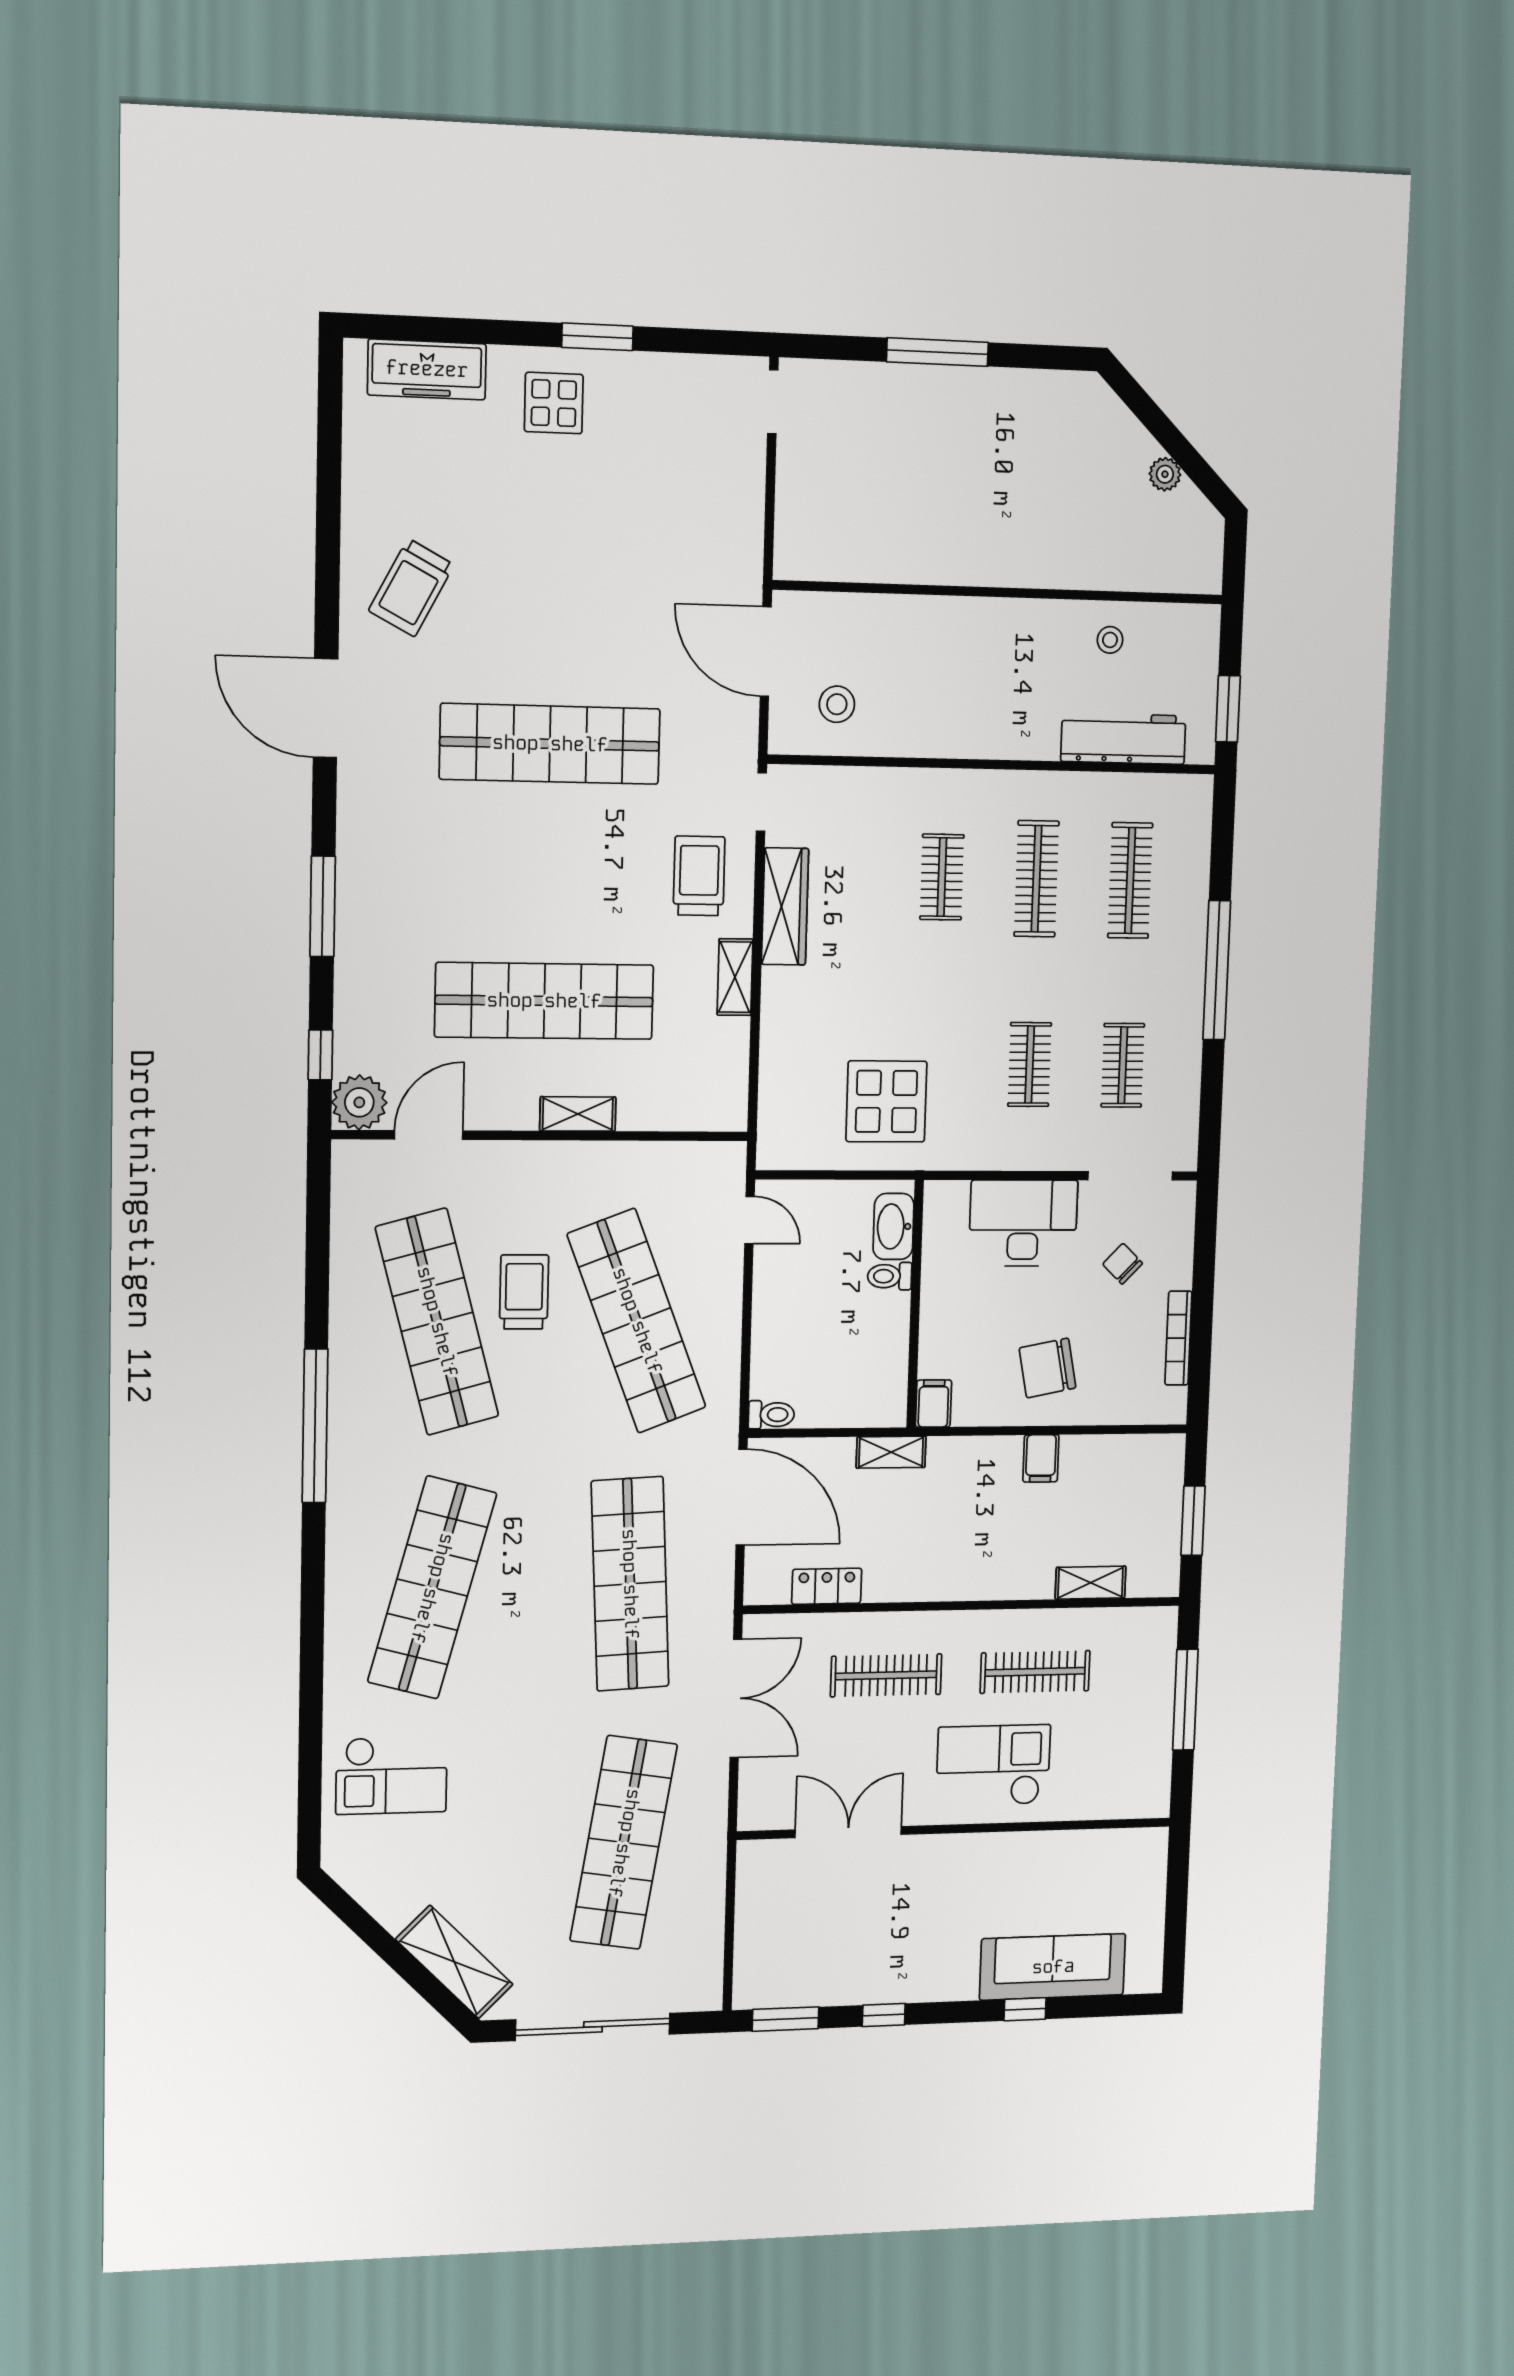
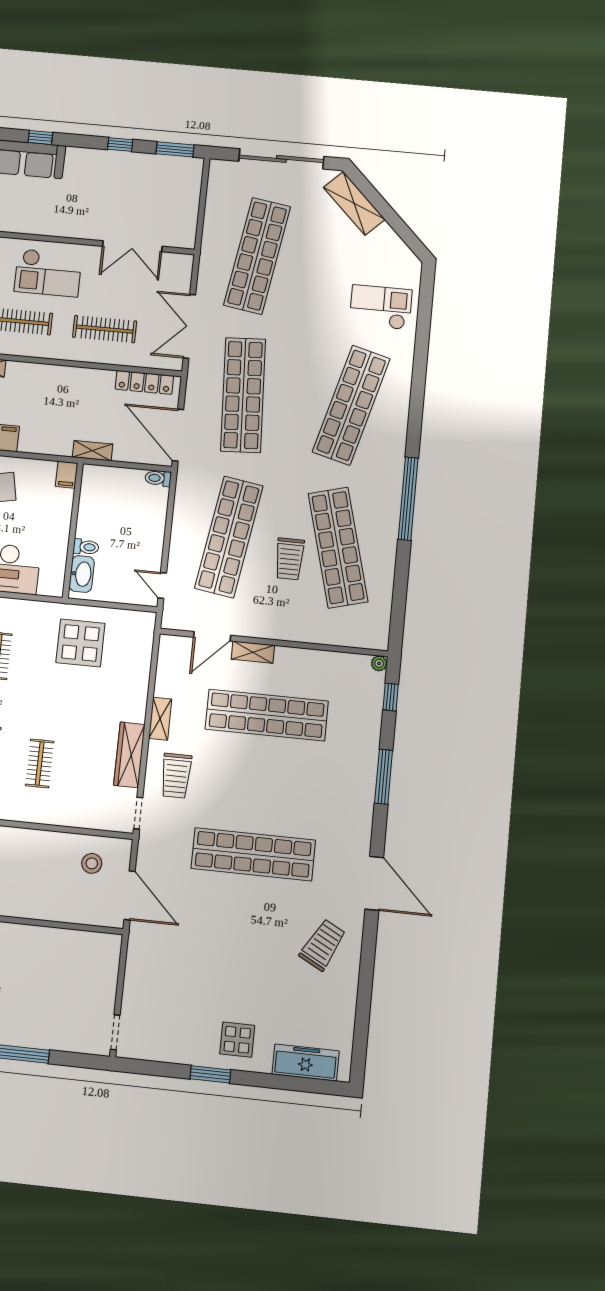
plant: (359, 1102) -> (379, 663), width x0.53, depth x0.53
door: (429, 1135) -> (212, 636), moved
shop shelf: (637, 1321) -> (229, 537), turned 30
locker: (827, 1586) -> (144, 382), width x1.53

